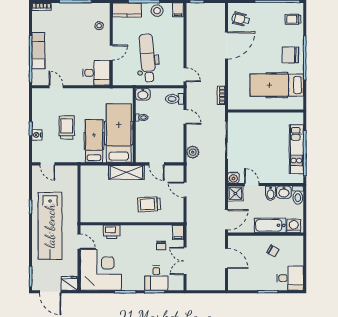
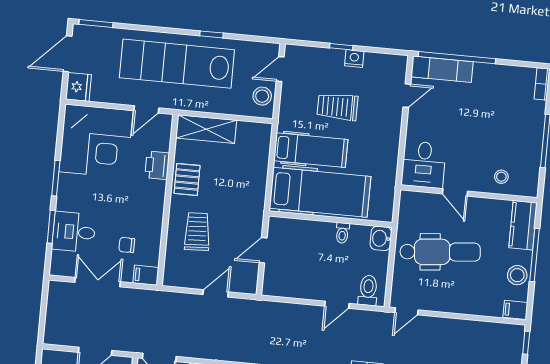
exam couch: (38, 51) -> (442, 69), moved
trolley: (67, 127) -> (337, 107), turned 180
nightstand: (37, 135) -> (354, 59), moved
plant: (193, 152) -> (277, 312), removed
shelving: (126, 172) -> (206, 129), moved, turned 90
stool: (65, 173) -> (262, 96), added
pallet: (119, 213) -> (187, 179), added

